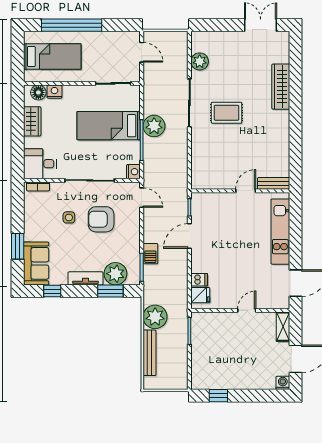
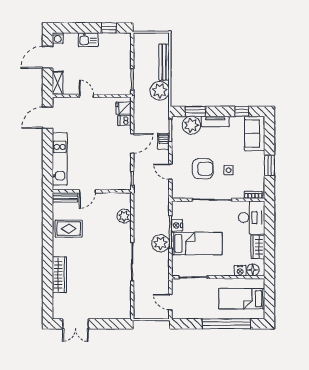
plant: (200, 61) -> (124, 216), moved
rug: (227, 113) -> (69, 229), moved
desk: (40, 164) -> (252, 218), width x1.37
nightstand: (133, 172) -> (177, 225), moved
door: (142, 198) -> (170, 172), moved
door: (189, 236) -> (132, 143), moved
window: (18, 246) -> (269, 165), moved
door: (247, 310) -> (86, 96), swing flipped
kitchen sink: (245, 381) -> (88, 40), added

